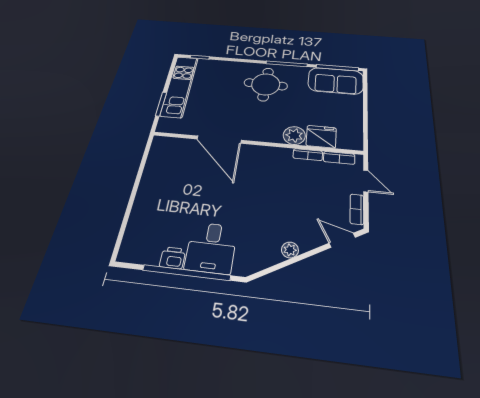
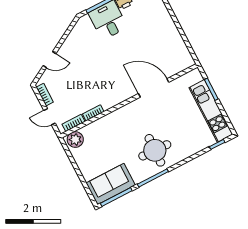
plant: (294, 135) -> (75, 140), moved
fridge: (321, 137) -> (93, 131), removed
door: (342, 240) -> (50, 60), moved
plant: (290, 250) -> (66, 47), removed

